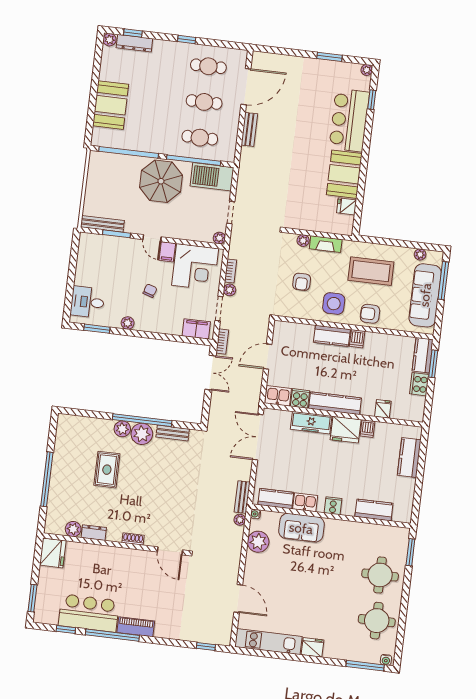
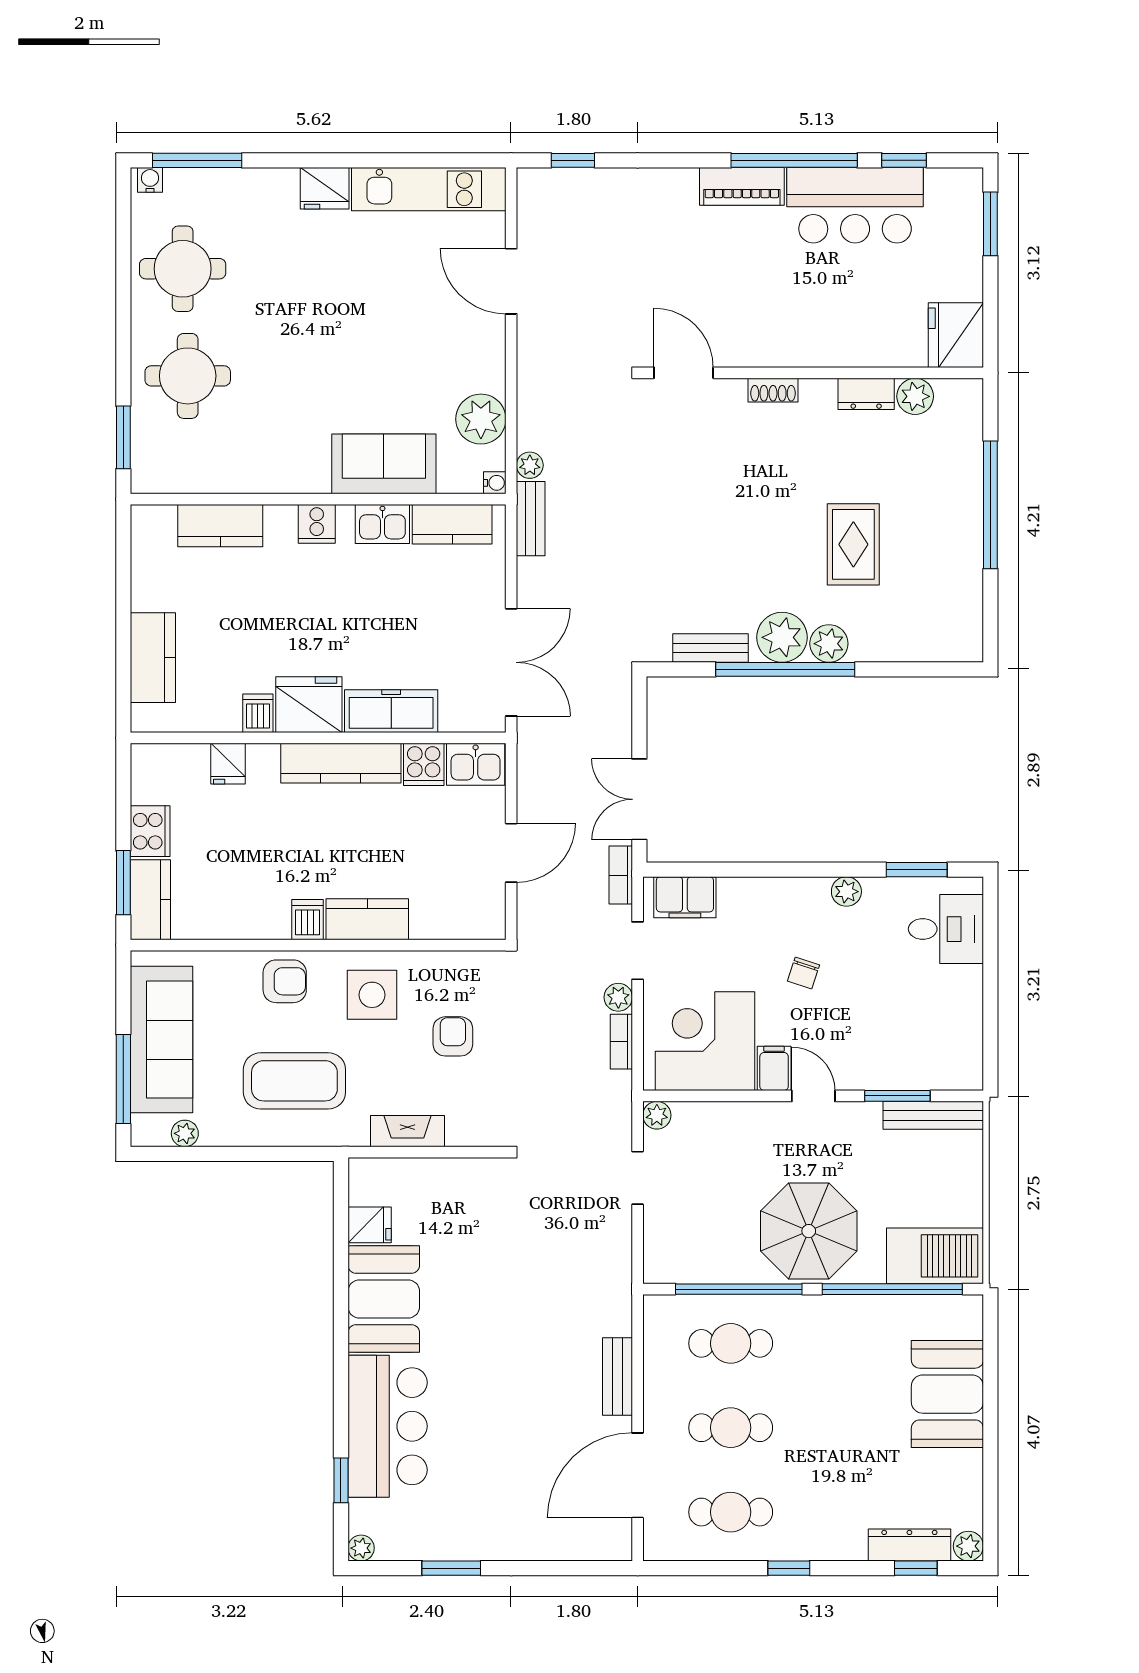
barbecue: (212, 177) -> (935, 1256), moved
plant: (303, 241) -> (461, 1133), removed

